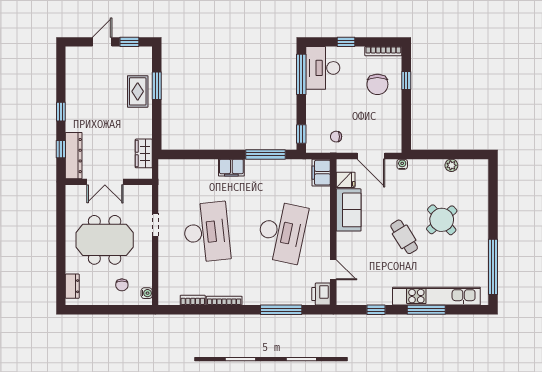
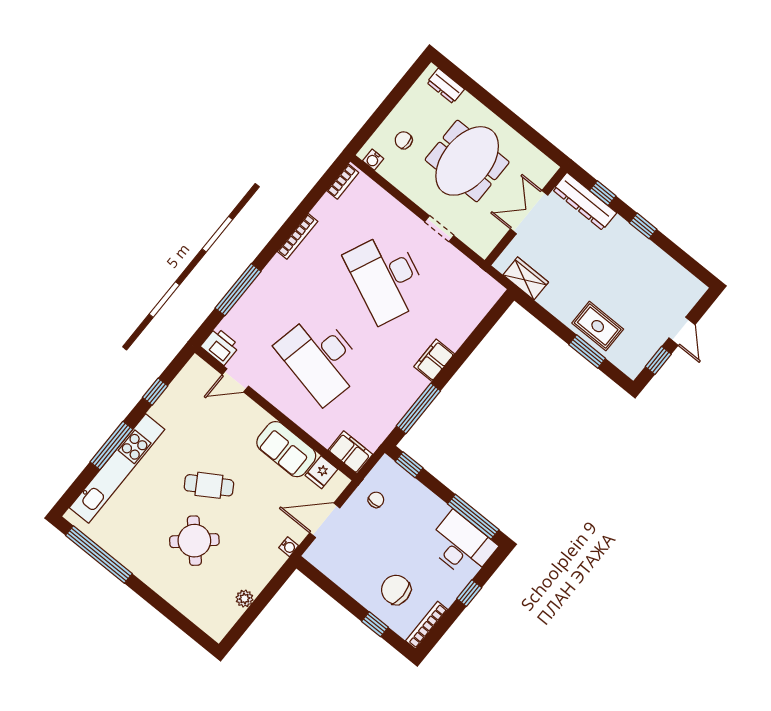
desk: (207, 232) -> (386, 277), turned 30
bookcase: (193, 300) -> (343, 182), moved

